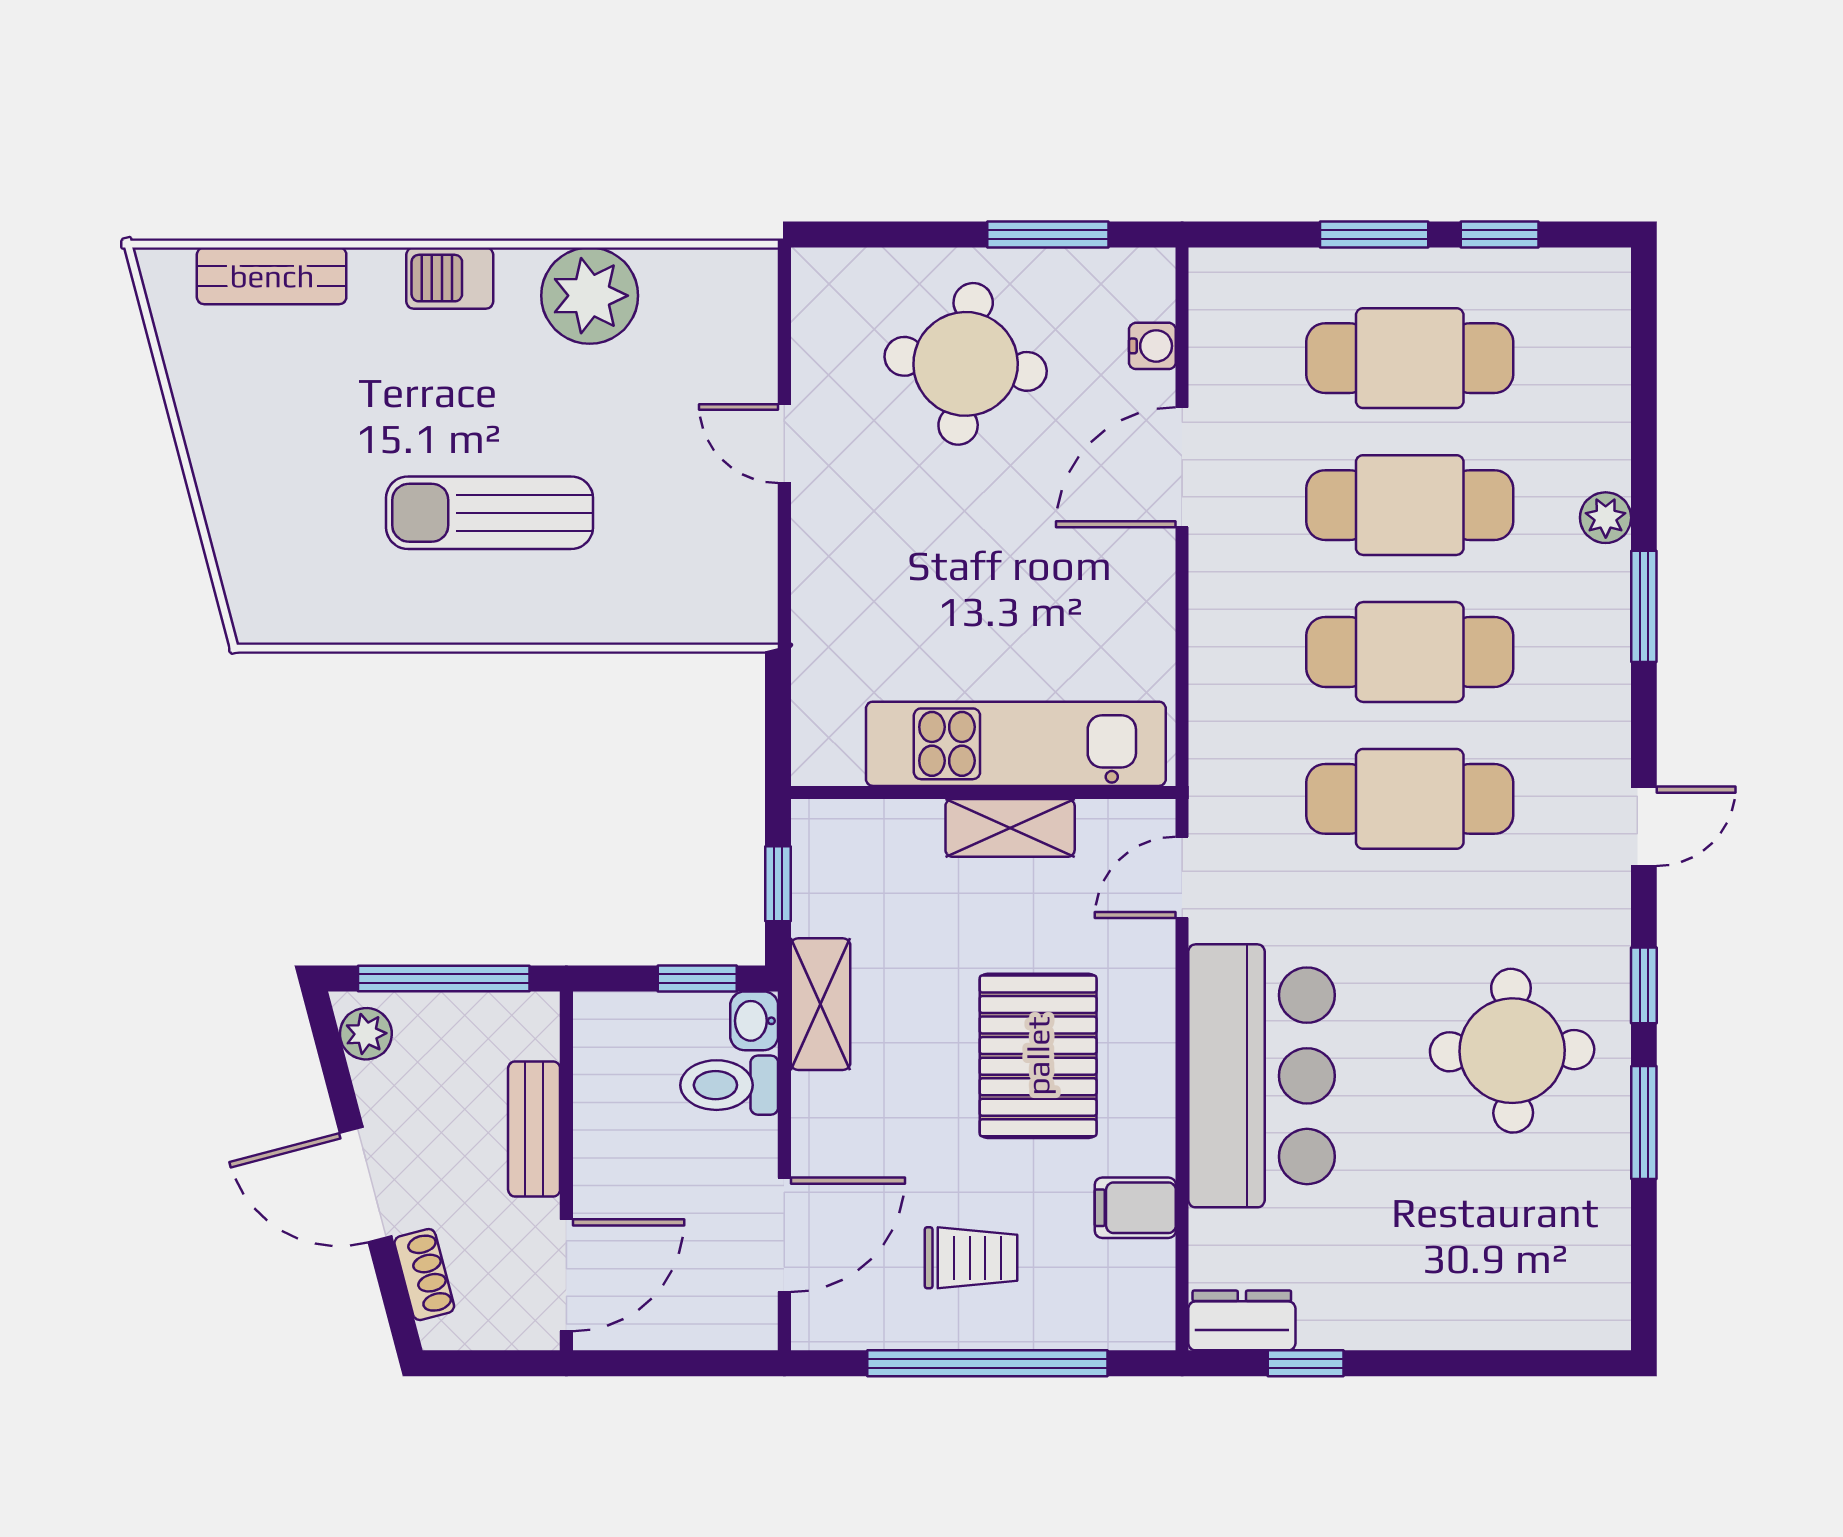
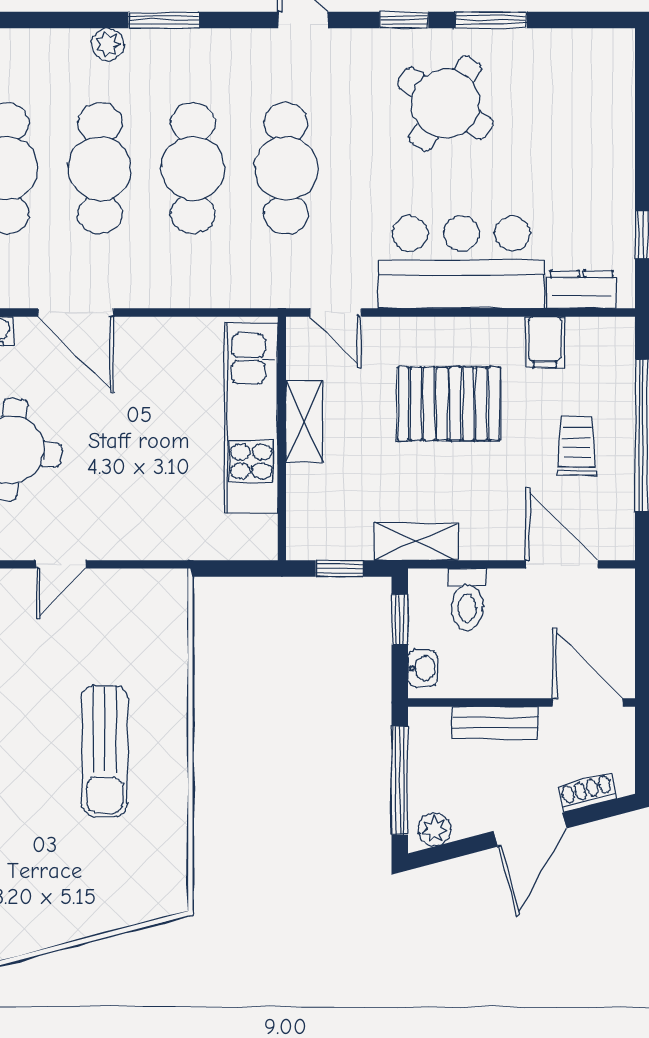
washbasin: (754, 1021) -> (423, 668), moved, turned -90
round table: (1512, 1051) -> (445, 103), turned 34
dresser: (1242, 1320) -> (582, 289), moved, turned 90

